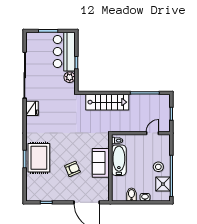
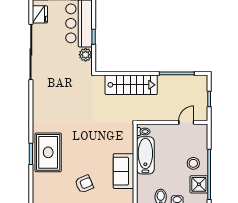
fridge: (32, 108) -> (40, 14), moved
sofa: (101, 163) -> (123, 171), moved
armchair: (73, 169) -> (84, 184), moved

